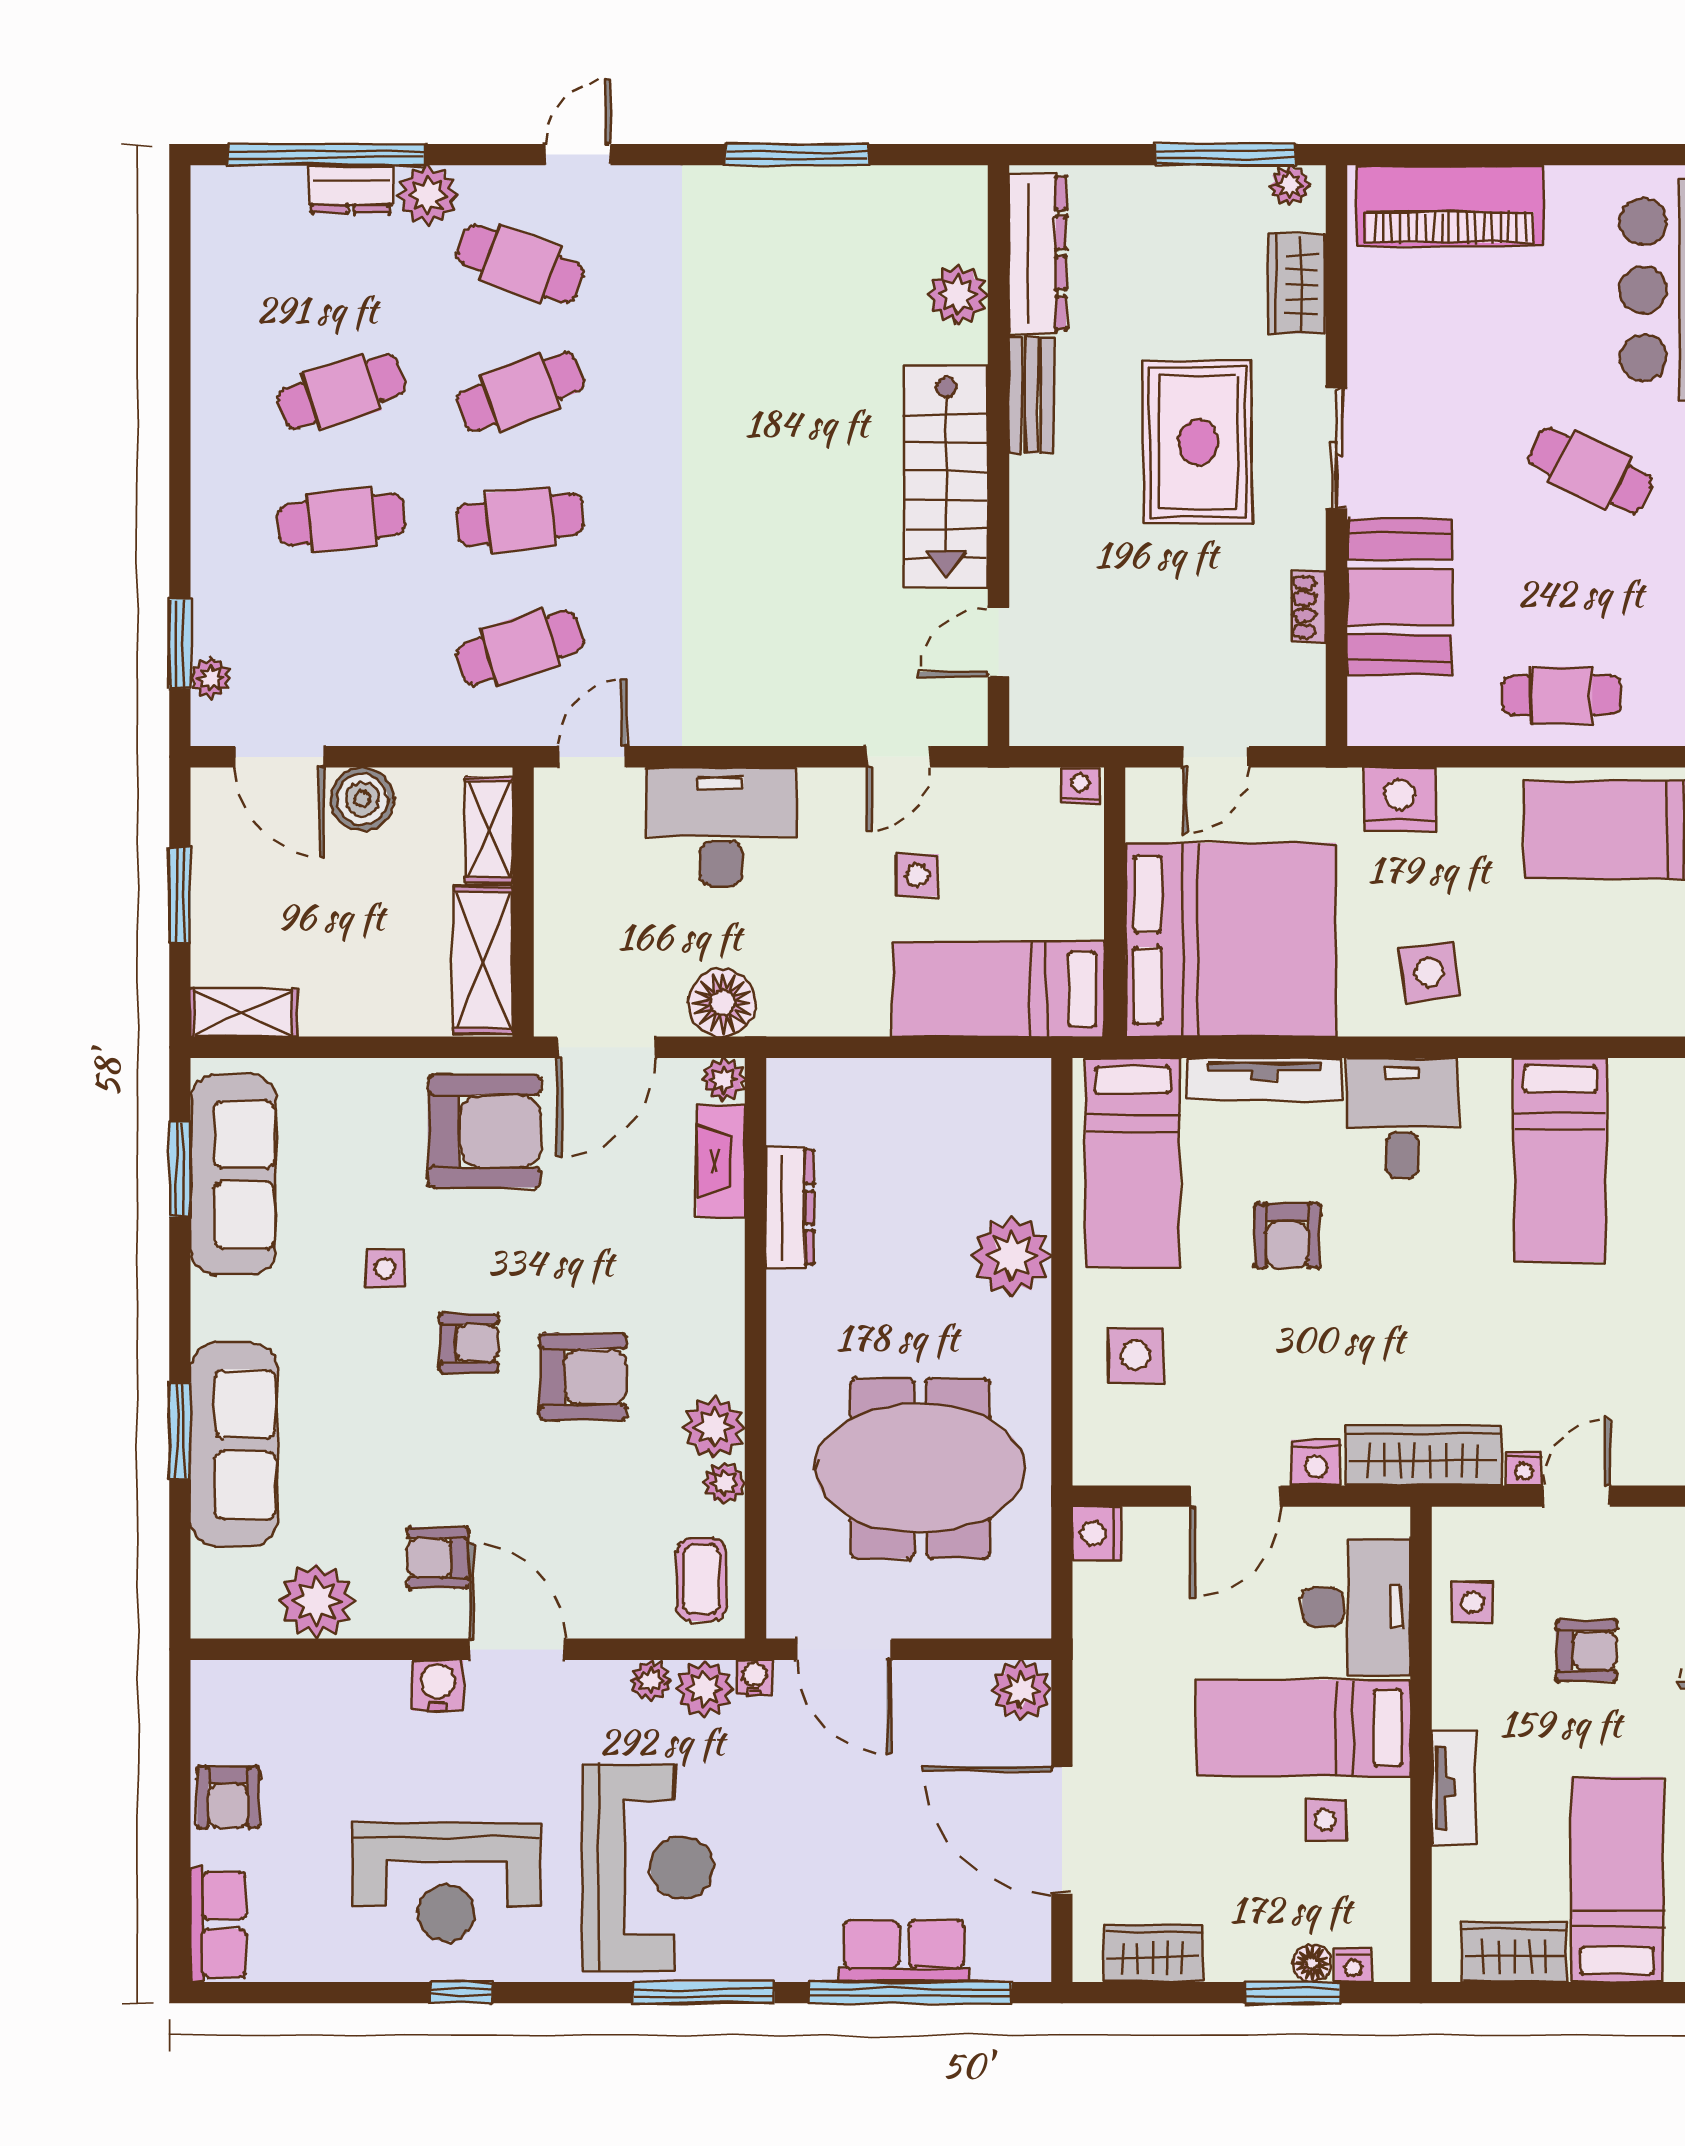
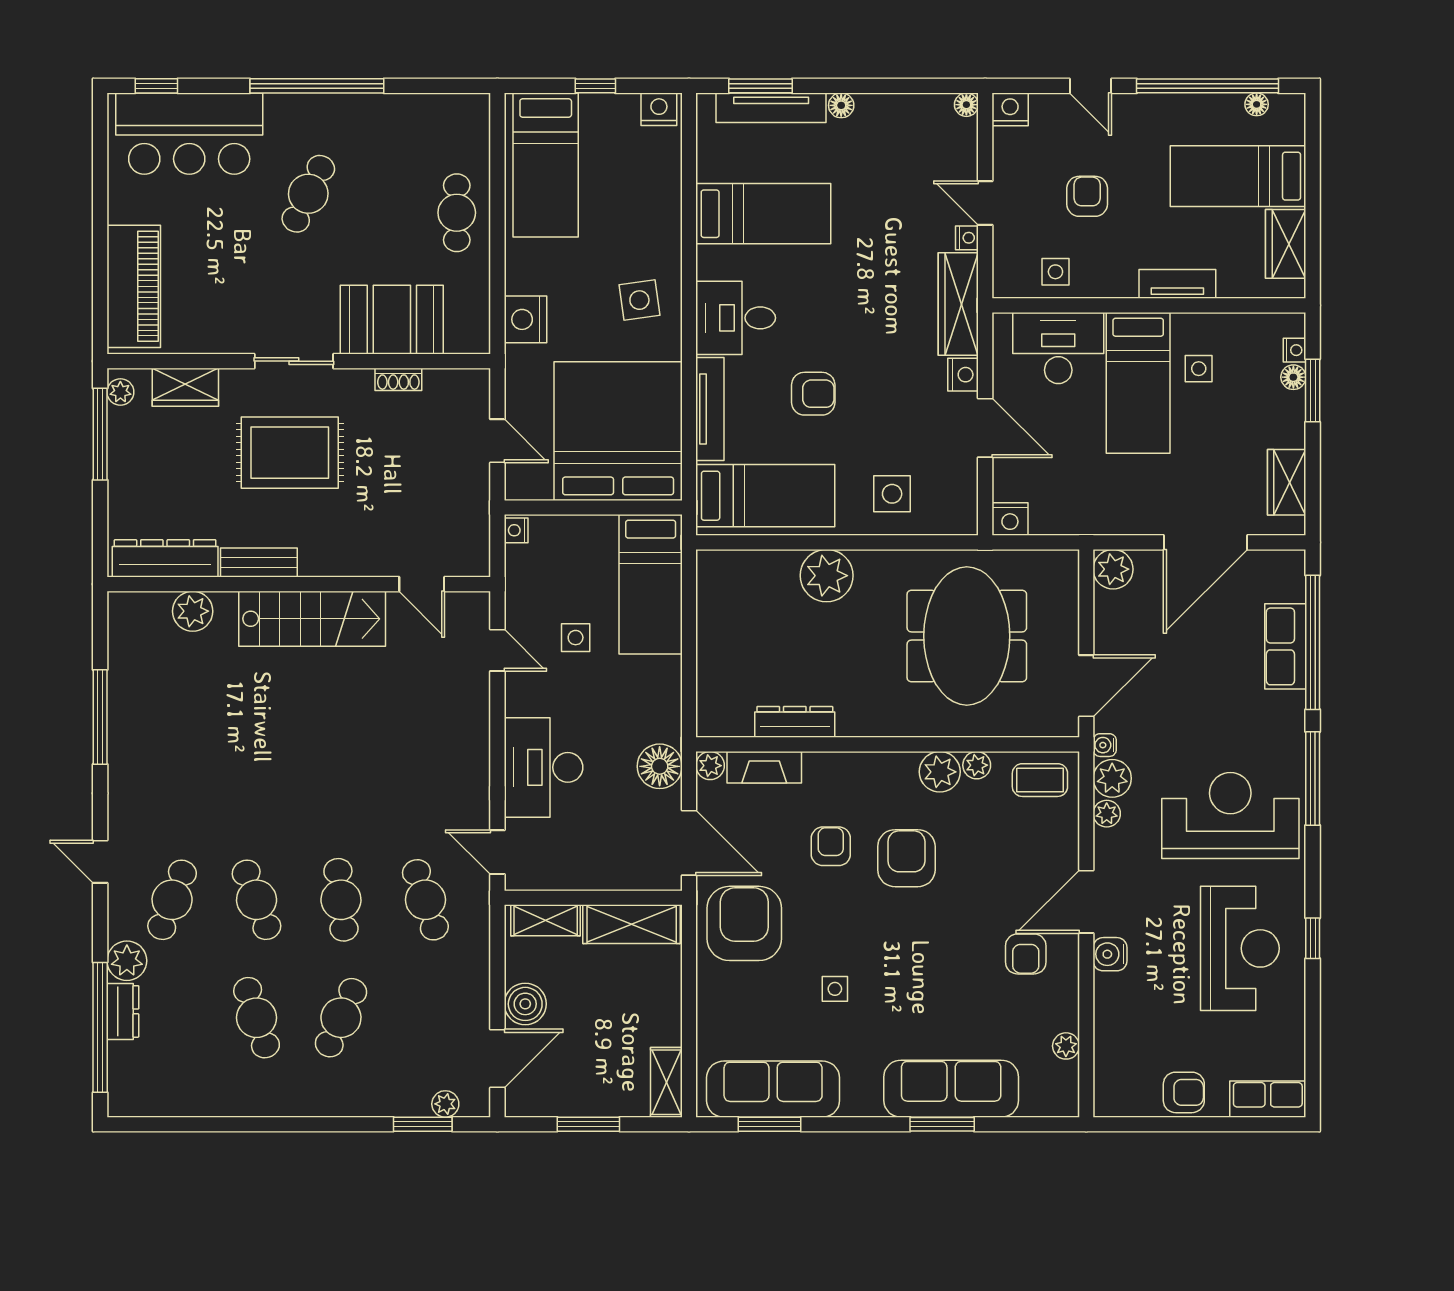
cafe table: (341, 520) -> (341, 1018), turned 30
armchair: (469, 1343) -> (831, 846), moved
plant: (316, 1601) -> (1066, 1046), width x0.53, depth x0.53

